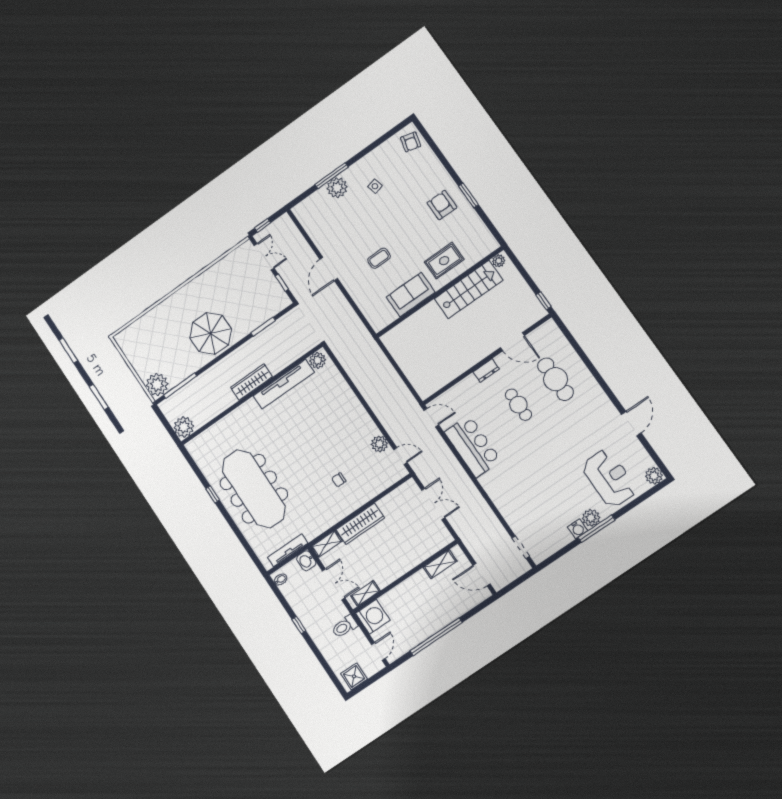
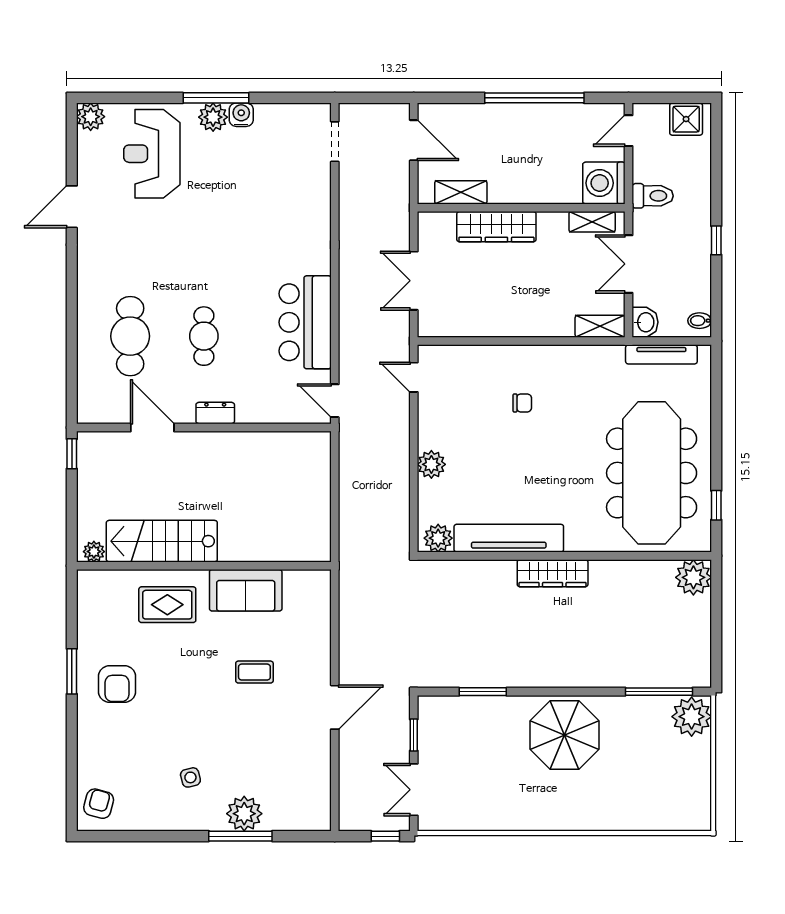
plant: (318, 360) -> (438, 538), moved
wardrobe: (252, 382) -> (553, 573), moved
tv unit: (284, 384) -> (509, 538), moved
wall: (252, 394) -> (564, 556), moved
plant: (184, 427) -> (693, 577), moved
plant: (379, 444) -> (431, 464), moved
wardrobe: (360, 524) -> (496, 227), moved, turned 180

